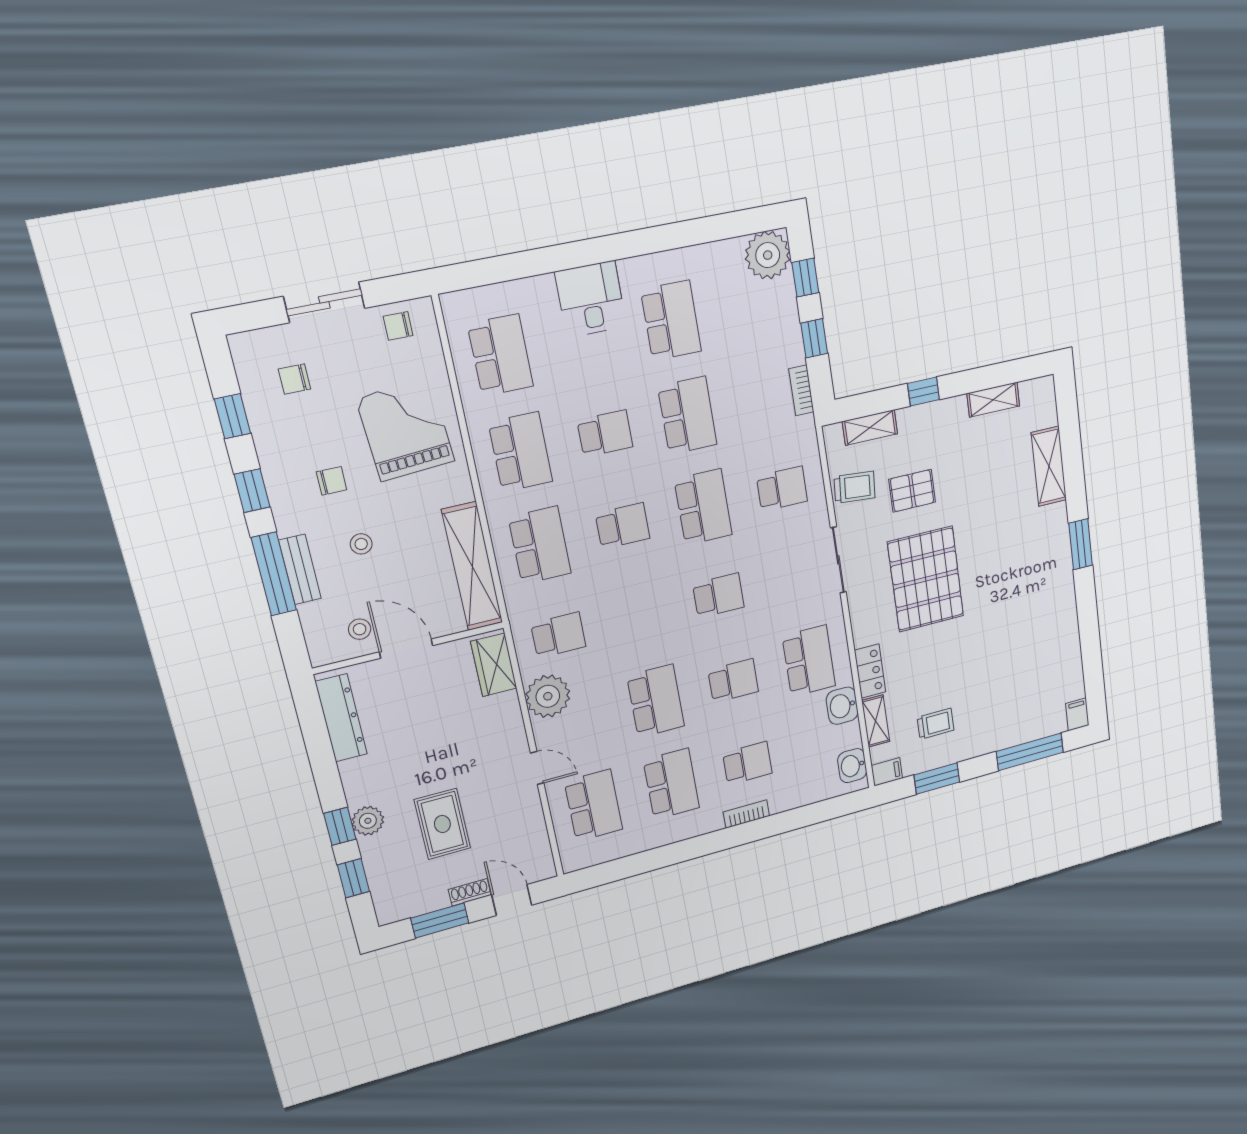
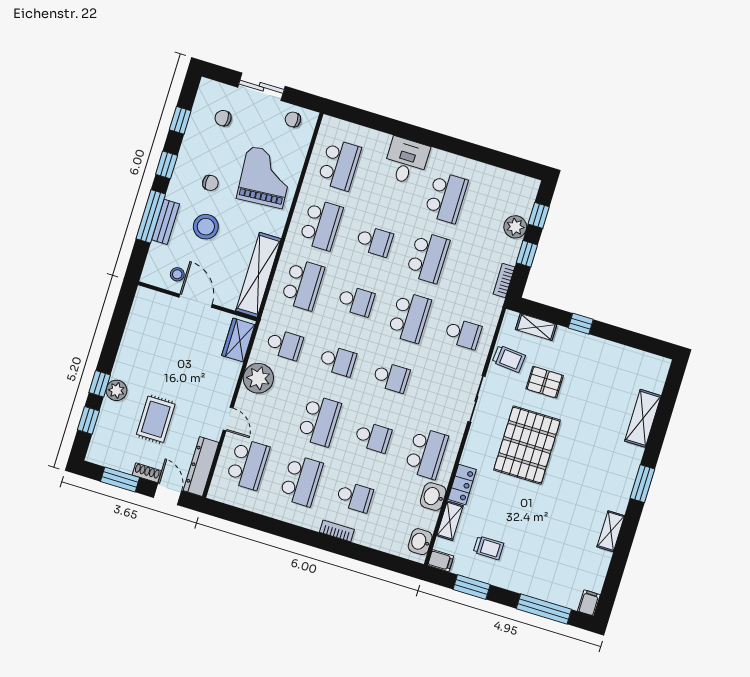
plant: (768, 255) -> (515, 227), moved, width x0.73, depth x0.73
shelving: (993, 400) -> (611, 531), moved, turned 90
stool: (361, 544) -> (206, 227), width x1.89, depth x1.89
school desk: (639, 615) -> (338, 361), added
dresser: (341, 718) -> (201, 467), moved, turned 180

